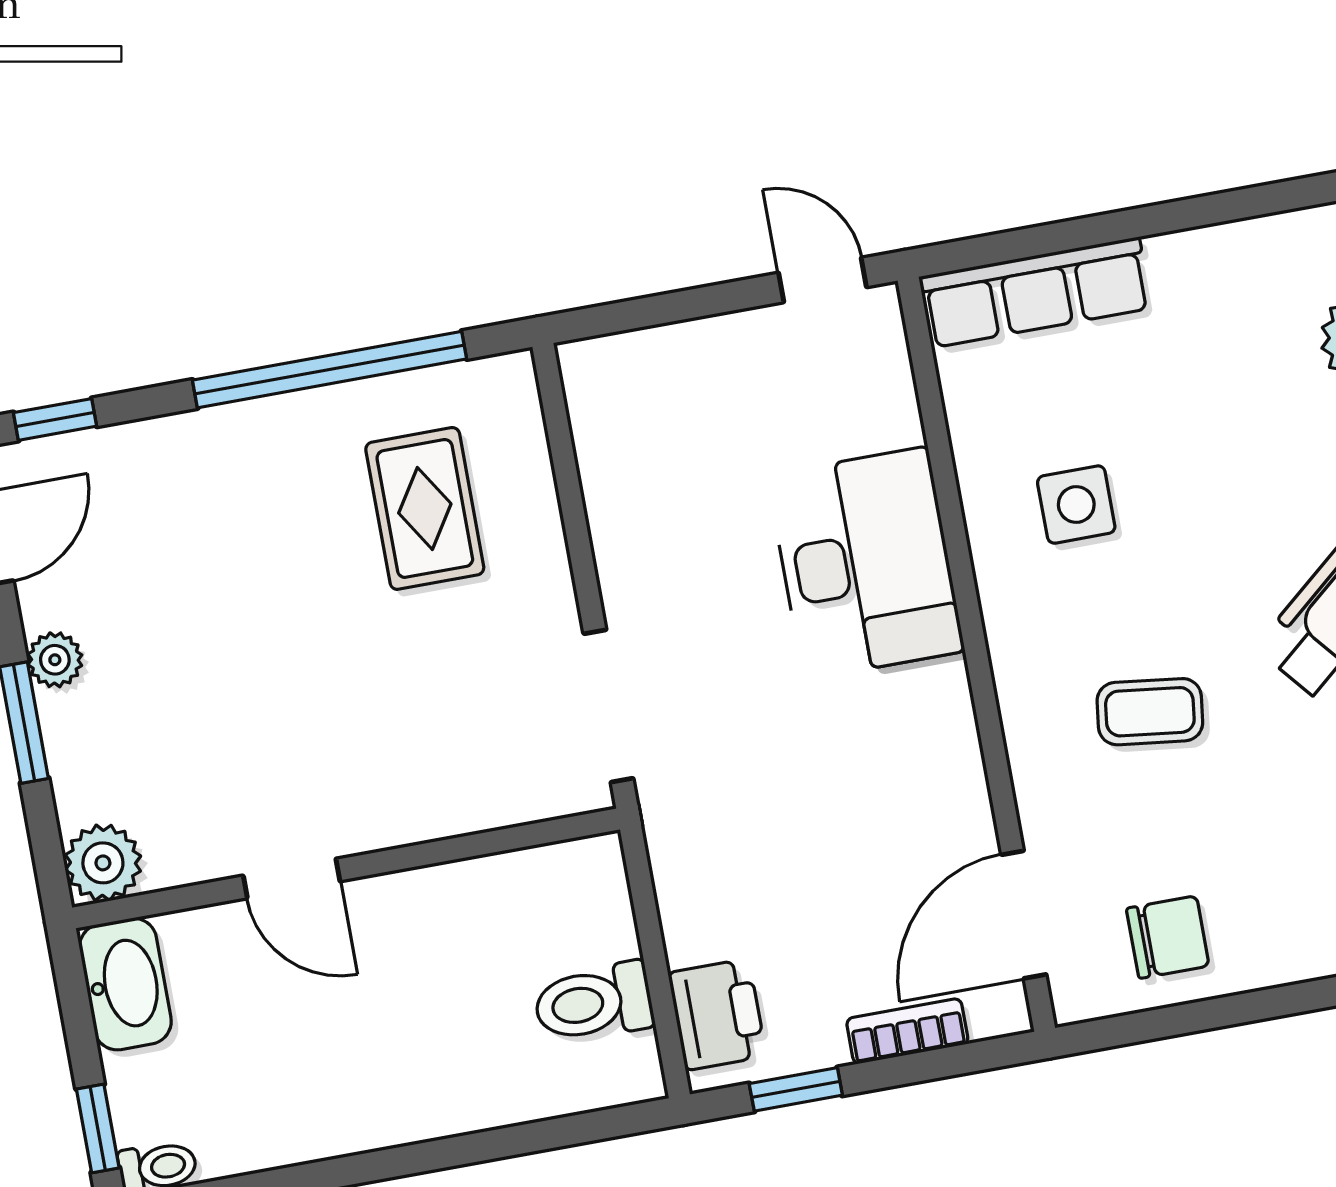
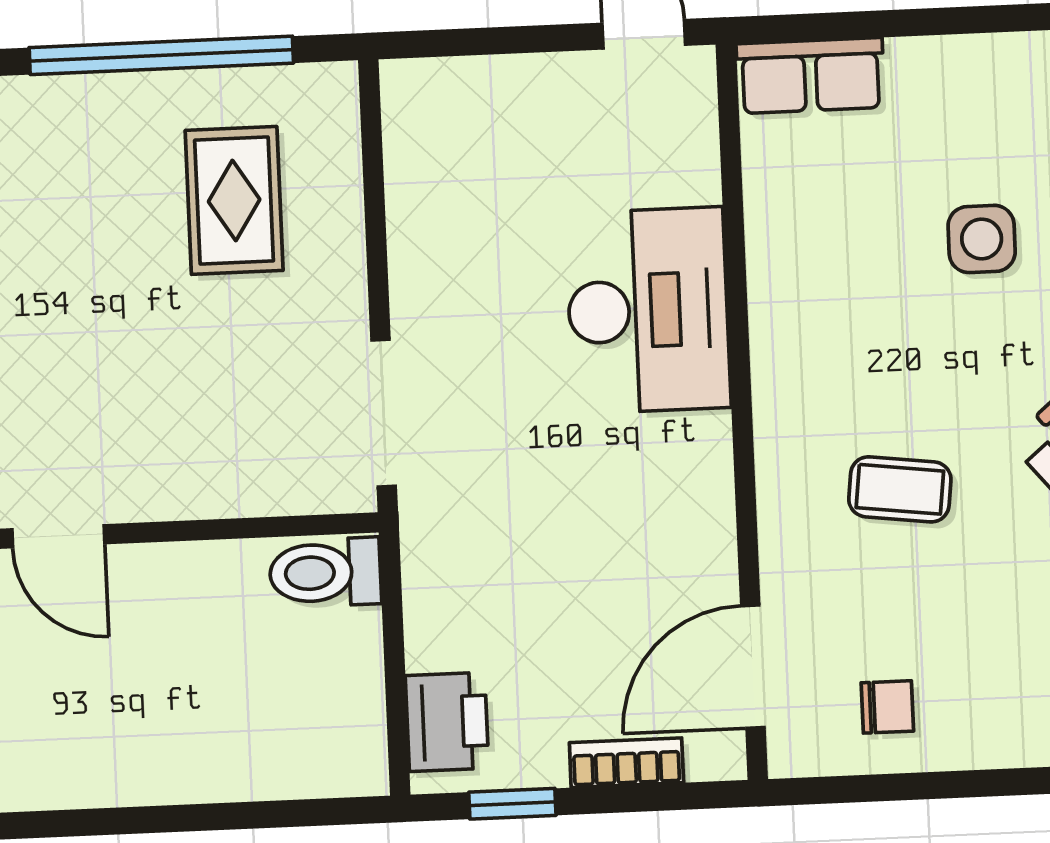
row of seats: (1035, 292) -> (810, 76), width x0.68
side table: (1076, 505) -> (982, 239), moved
chair: (1168, 937) -> (887, 707), width x0.73, depth x0.73
toilet: (594, 1003) -> (325, 573), moved

